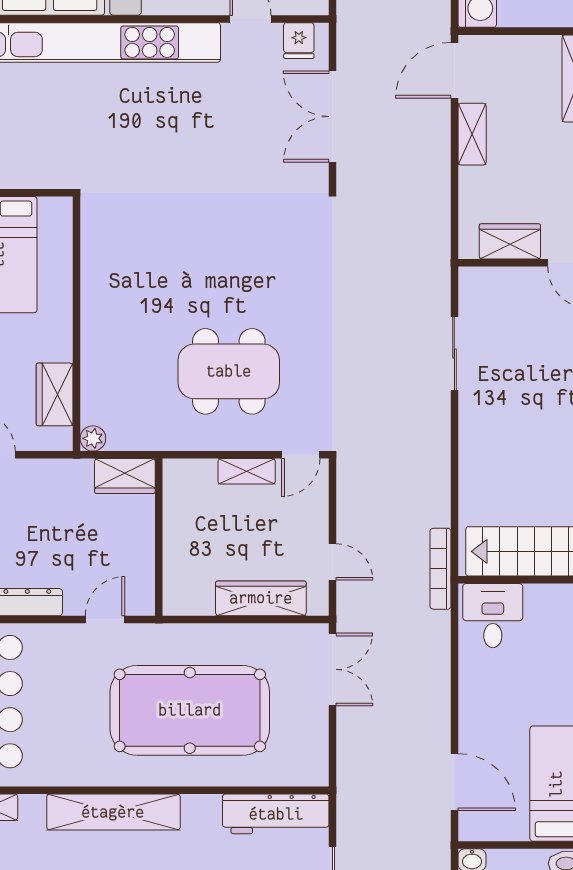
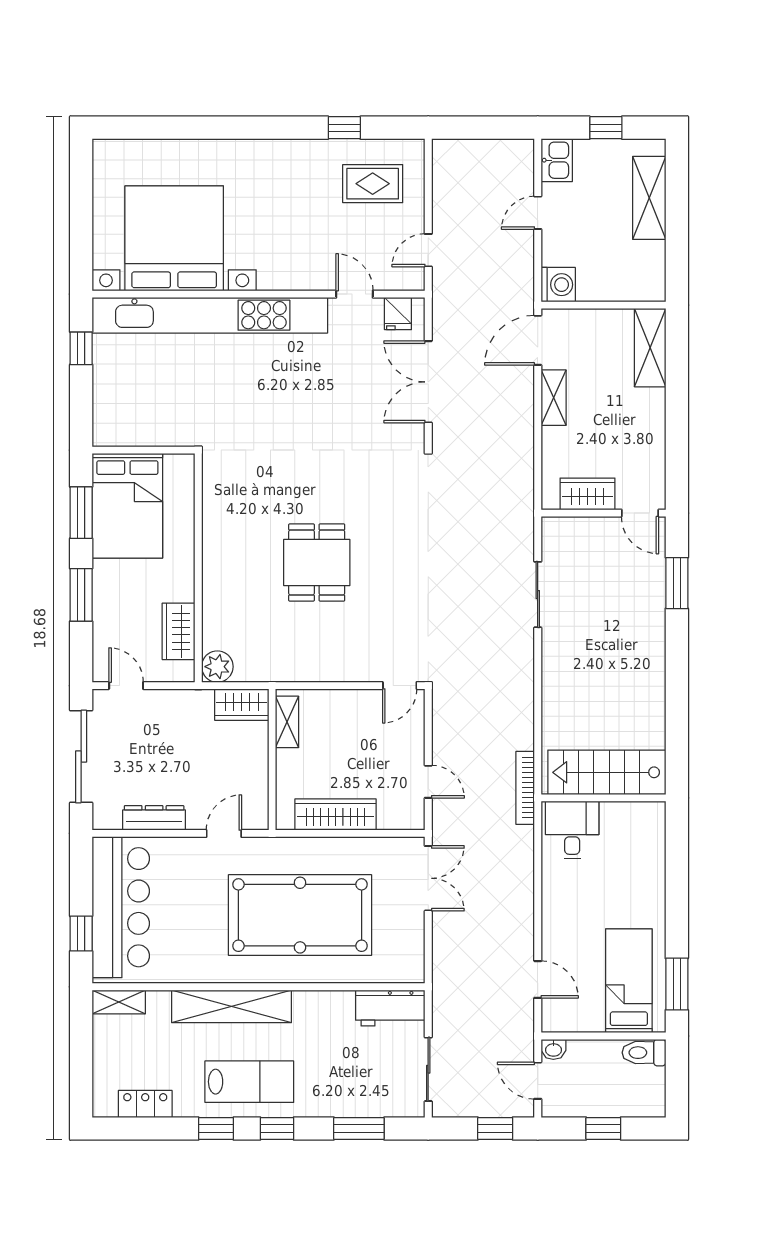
dining table: (229, 371) -> (317, 563), moved, width x0.73
plant: (93, 438) -> (217, 667), width x1.38, depth x1.38
shelving: (247, 471) -> (287, 722), moved, turned 90
wardrobe: (261, 598) -> (335, 814), moved
door: (454, 782) -> (538, 979), width x0.73
workbench: (276, 814) -> (390, 1008), width x0.73

